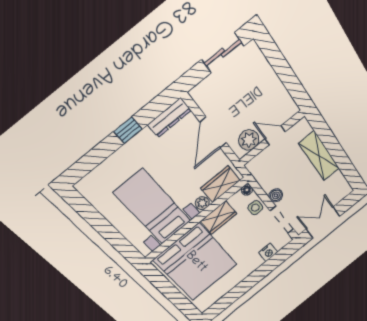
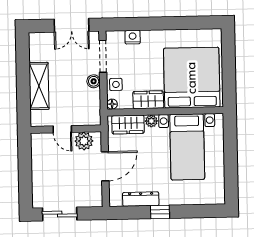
dresser: (169, 118) -> (141, 199), moved

